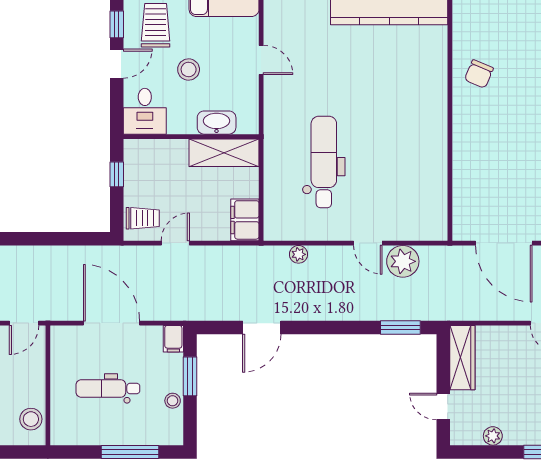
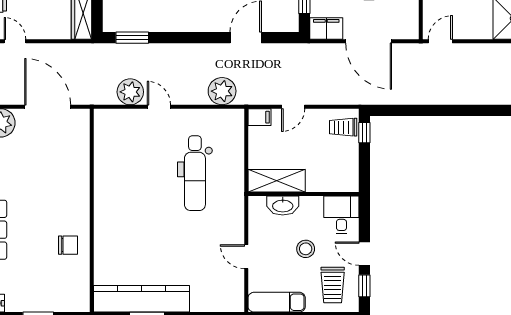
door: (117, 64) -> (364, 254), hinge flipped
chair: (479, 74) -> (68, 245), turned 67
window: (117, 174) -> (364, 133), moved
filing cabinet: (245, 220) -> (260, 117), width x0.50
door: (175, 243) -> (293, 107), moved
plant: (299, 254) -> (222, 91), width x1.87, depth x1.87
filing cabinet: (173, 339) -> (326, 29), width x2.00

